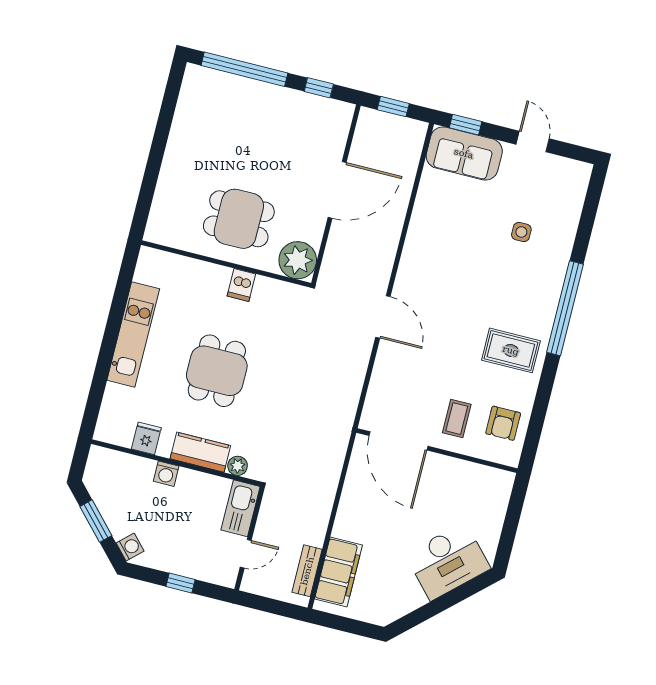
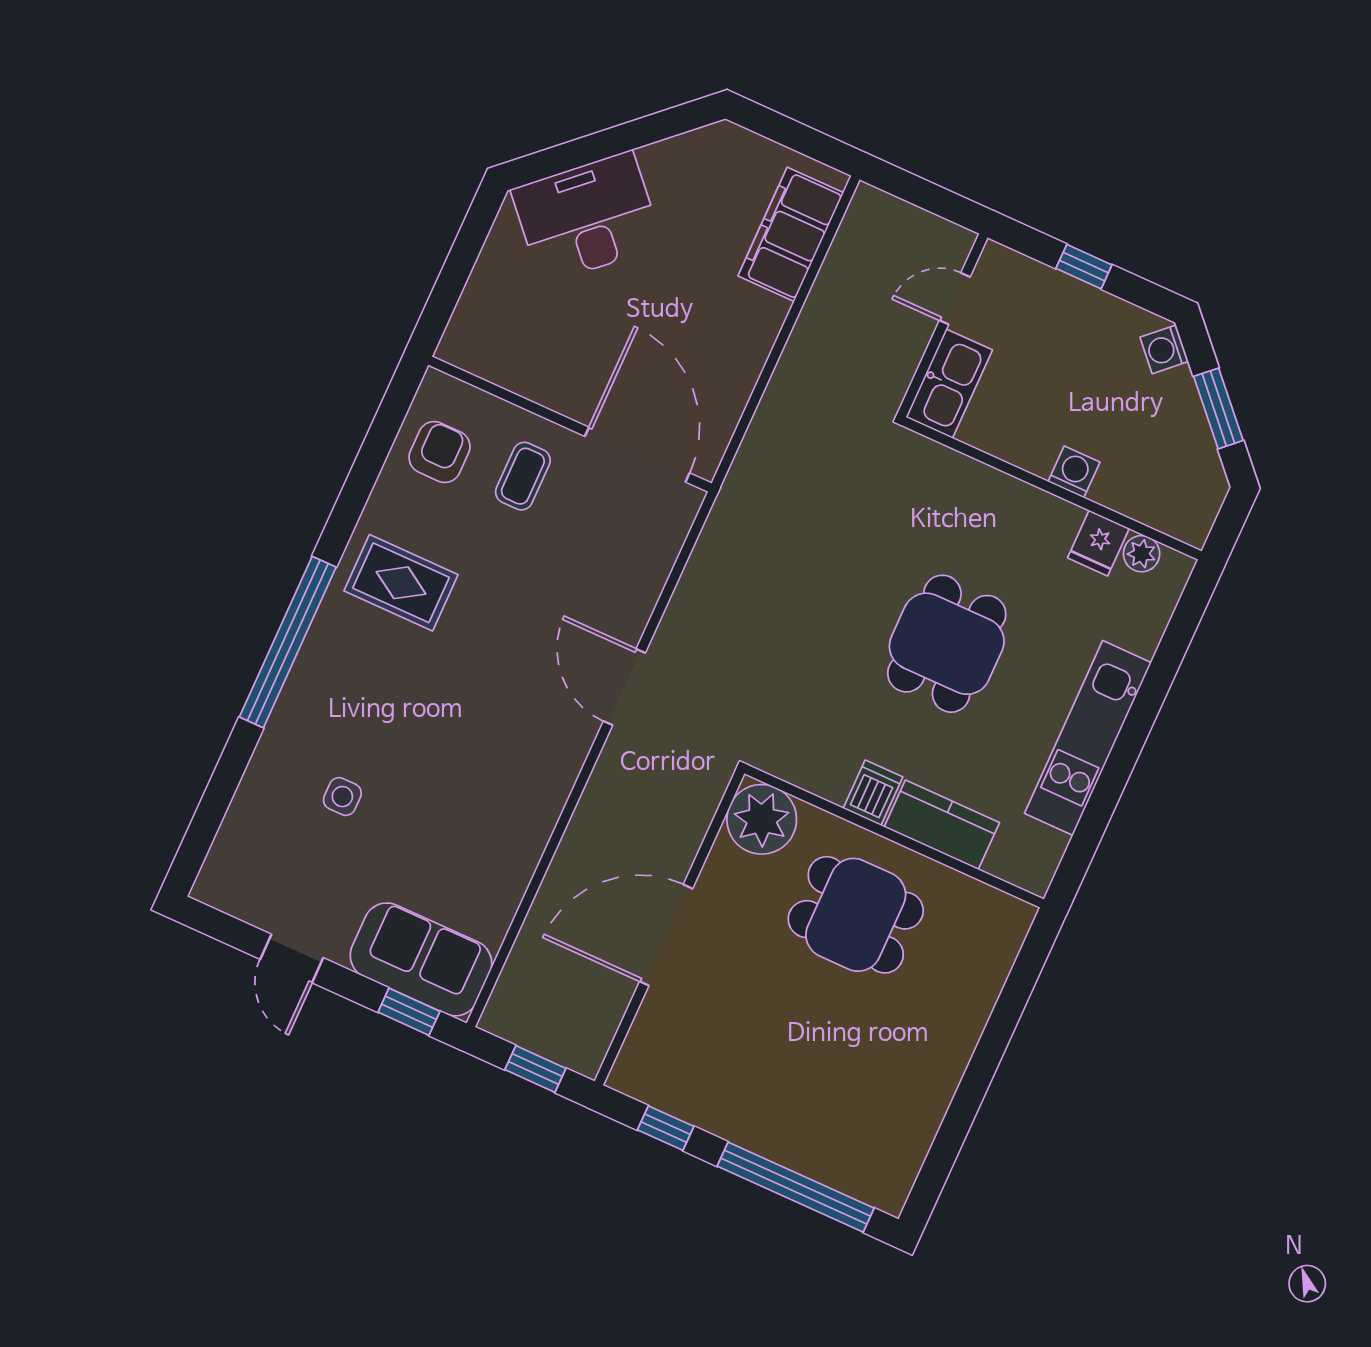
kitchen counter: (200, 452) -> (942, 825), moved, turned 180
plant: (238, 466) -> (1142, 554), moved
bench: (307, 571) -> (848, 247), removed

